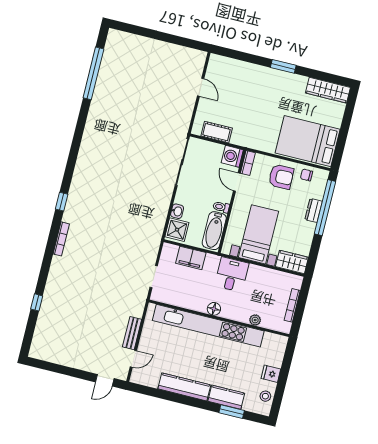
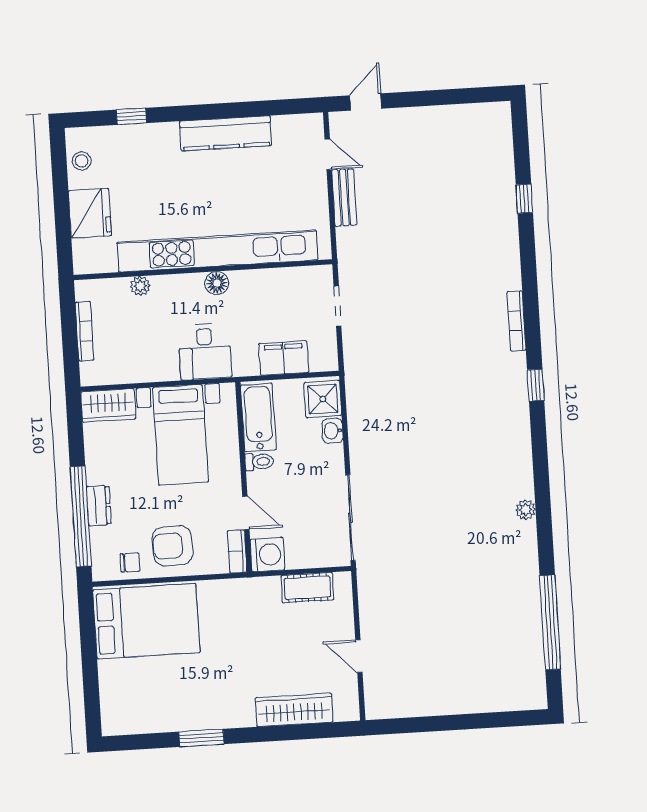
window: (283, 66) -> (201, 738), moved
wardrobe: (328, 90) -> (294, 710), moved
plant: (88, 137) -> (526, 510), added
door: (133, 359) -> (328, 154), swing flipped
fridge: (271, 374) -> (90, 213), width x1.88, depth x1.34
kitchen counter: (226, 397) -> (148, 138), removed
window: (232, 412) -> (131, 116), width x0.67

